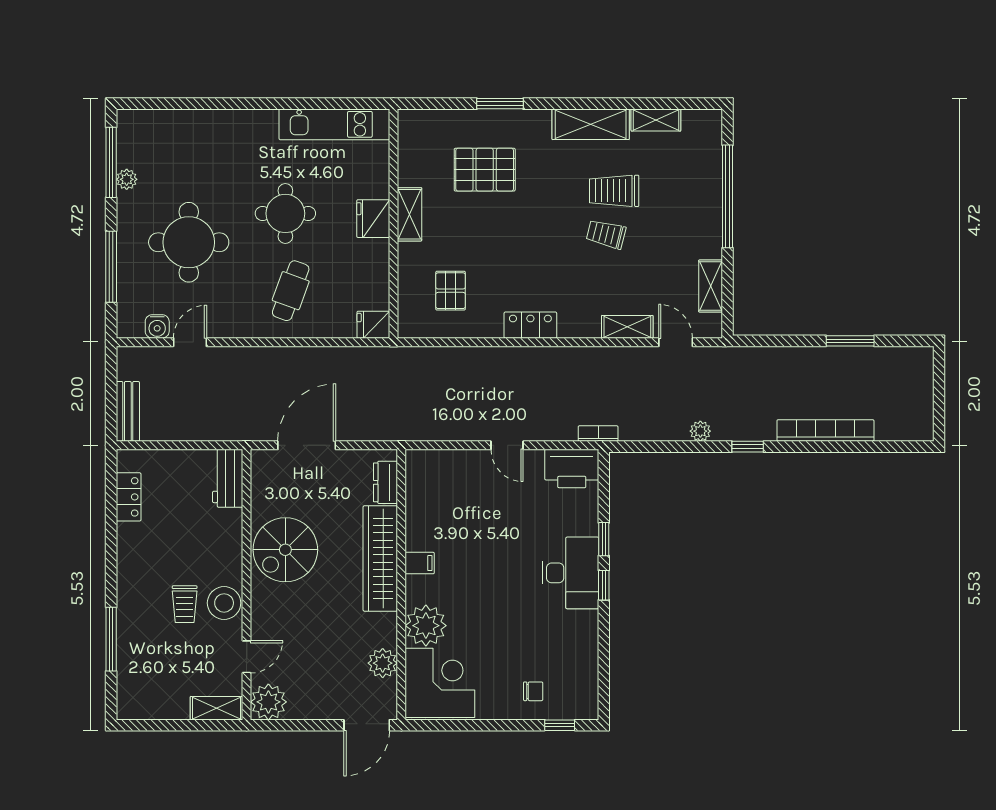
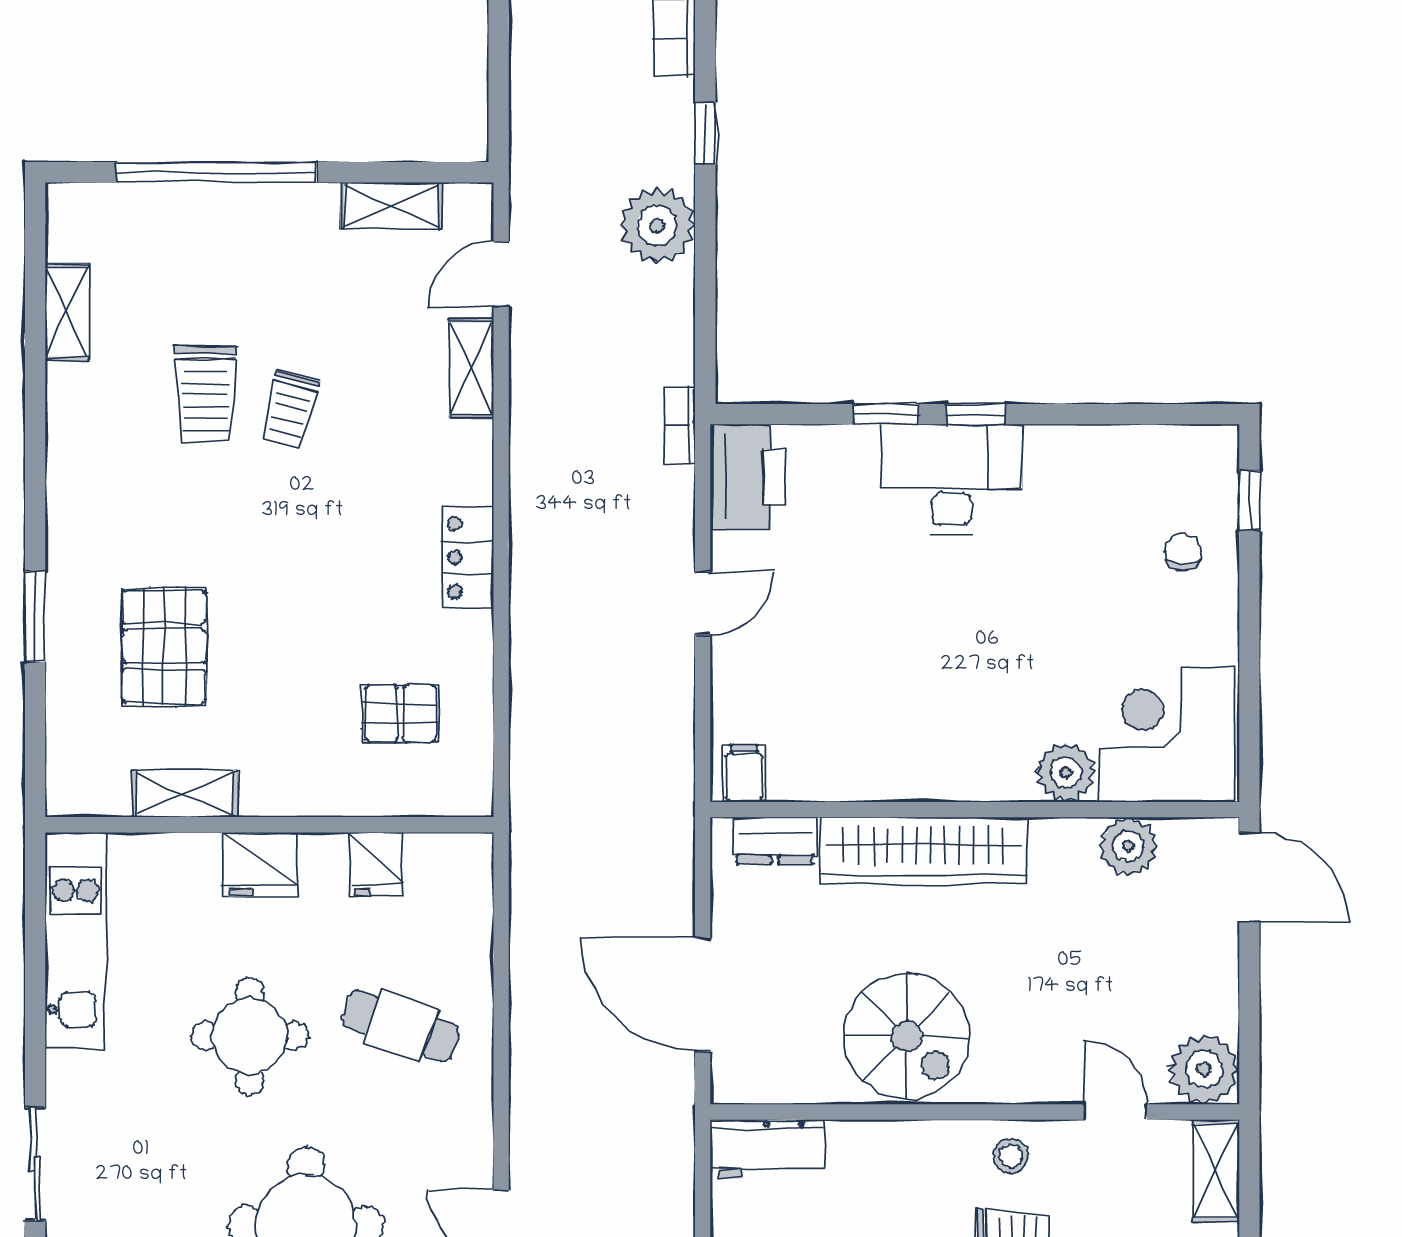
sliding door: (220, 104) -> (35, 1164), added
shelving: (591, 124) -> (75, 440), removed
shelving: (409, 214) -> (185, 794), moved
fridge: (373, 325) -> (376, 864), moved
plant: (700, 431) -> (657, 225), width x1.87, depth x1.87
filing cabinet: (420, 563) -> (744, 774), moved
stool: (224, 603) -> (1011, 1156), width x0.53, depth x0.53
plant: (426, 626) -> (1065, 772), width x0.73, depth x0.73

